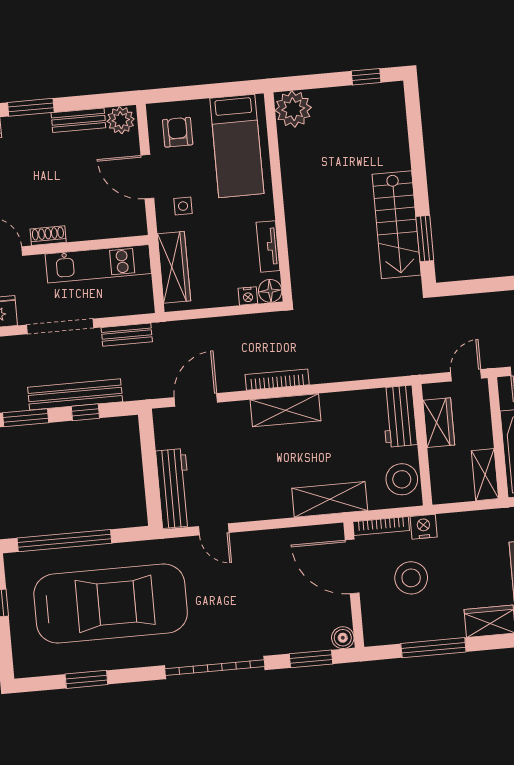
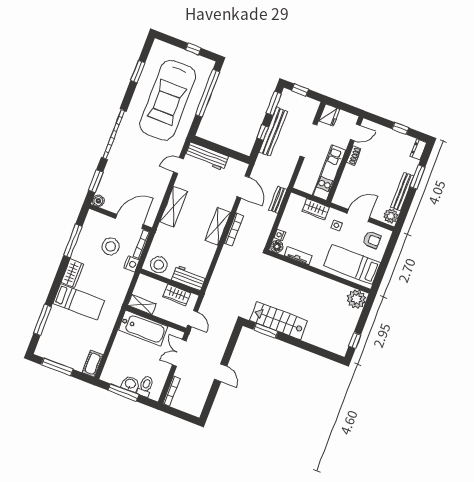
bench: (78, 120) -> (402, 192), width x1.36
wardrobe: (174, 267) -> (316, 209), width x0.67
bench: (127, 335) -> (278, 200), moved
shelving: (330, 499) -> (174, 207), moved

